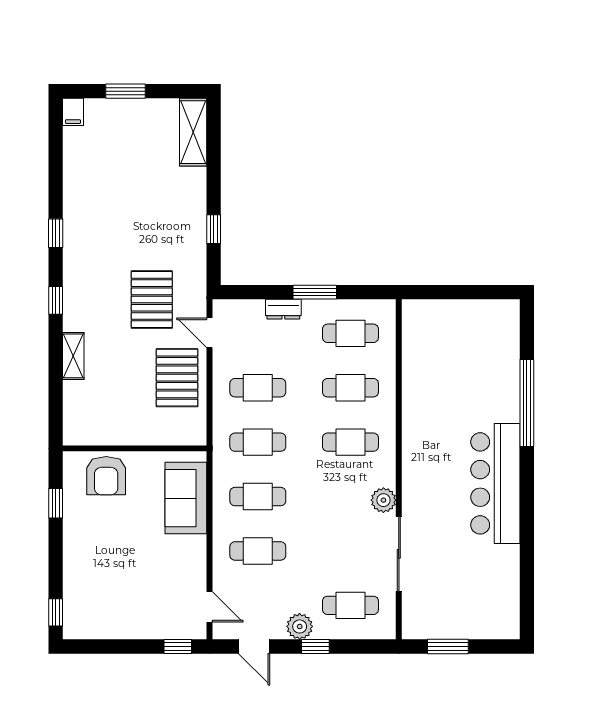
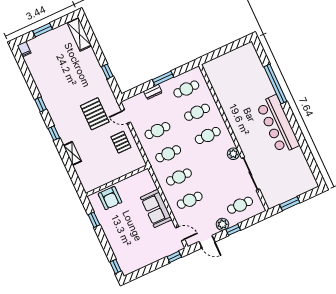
pallet: (177, 378) -> (121, 142), width x0.67, depth x0.71
sofa: (186, 498) -> (156, 208), moved

